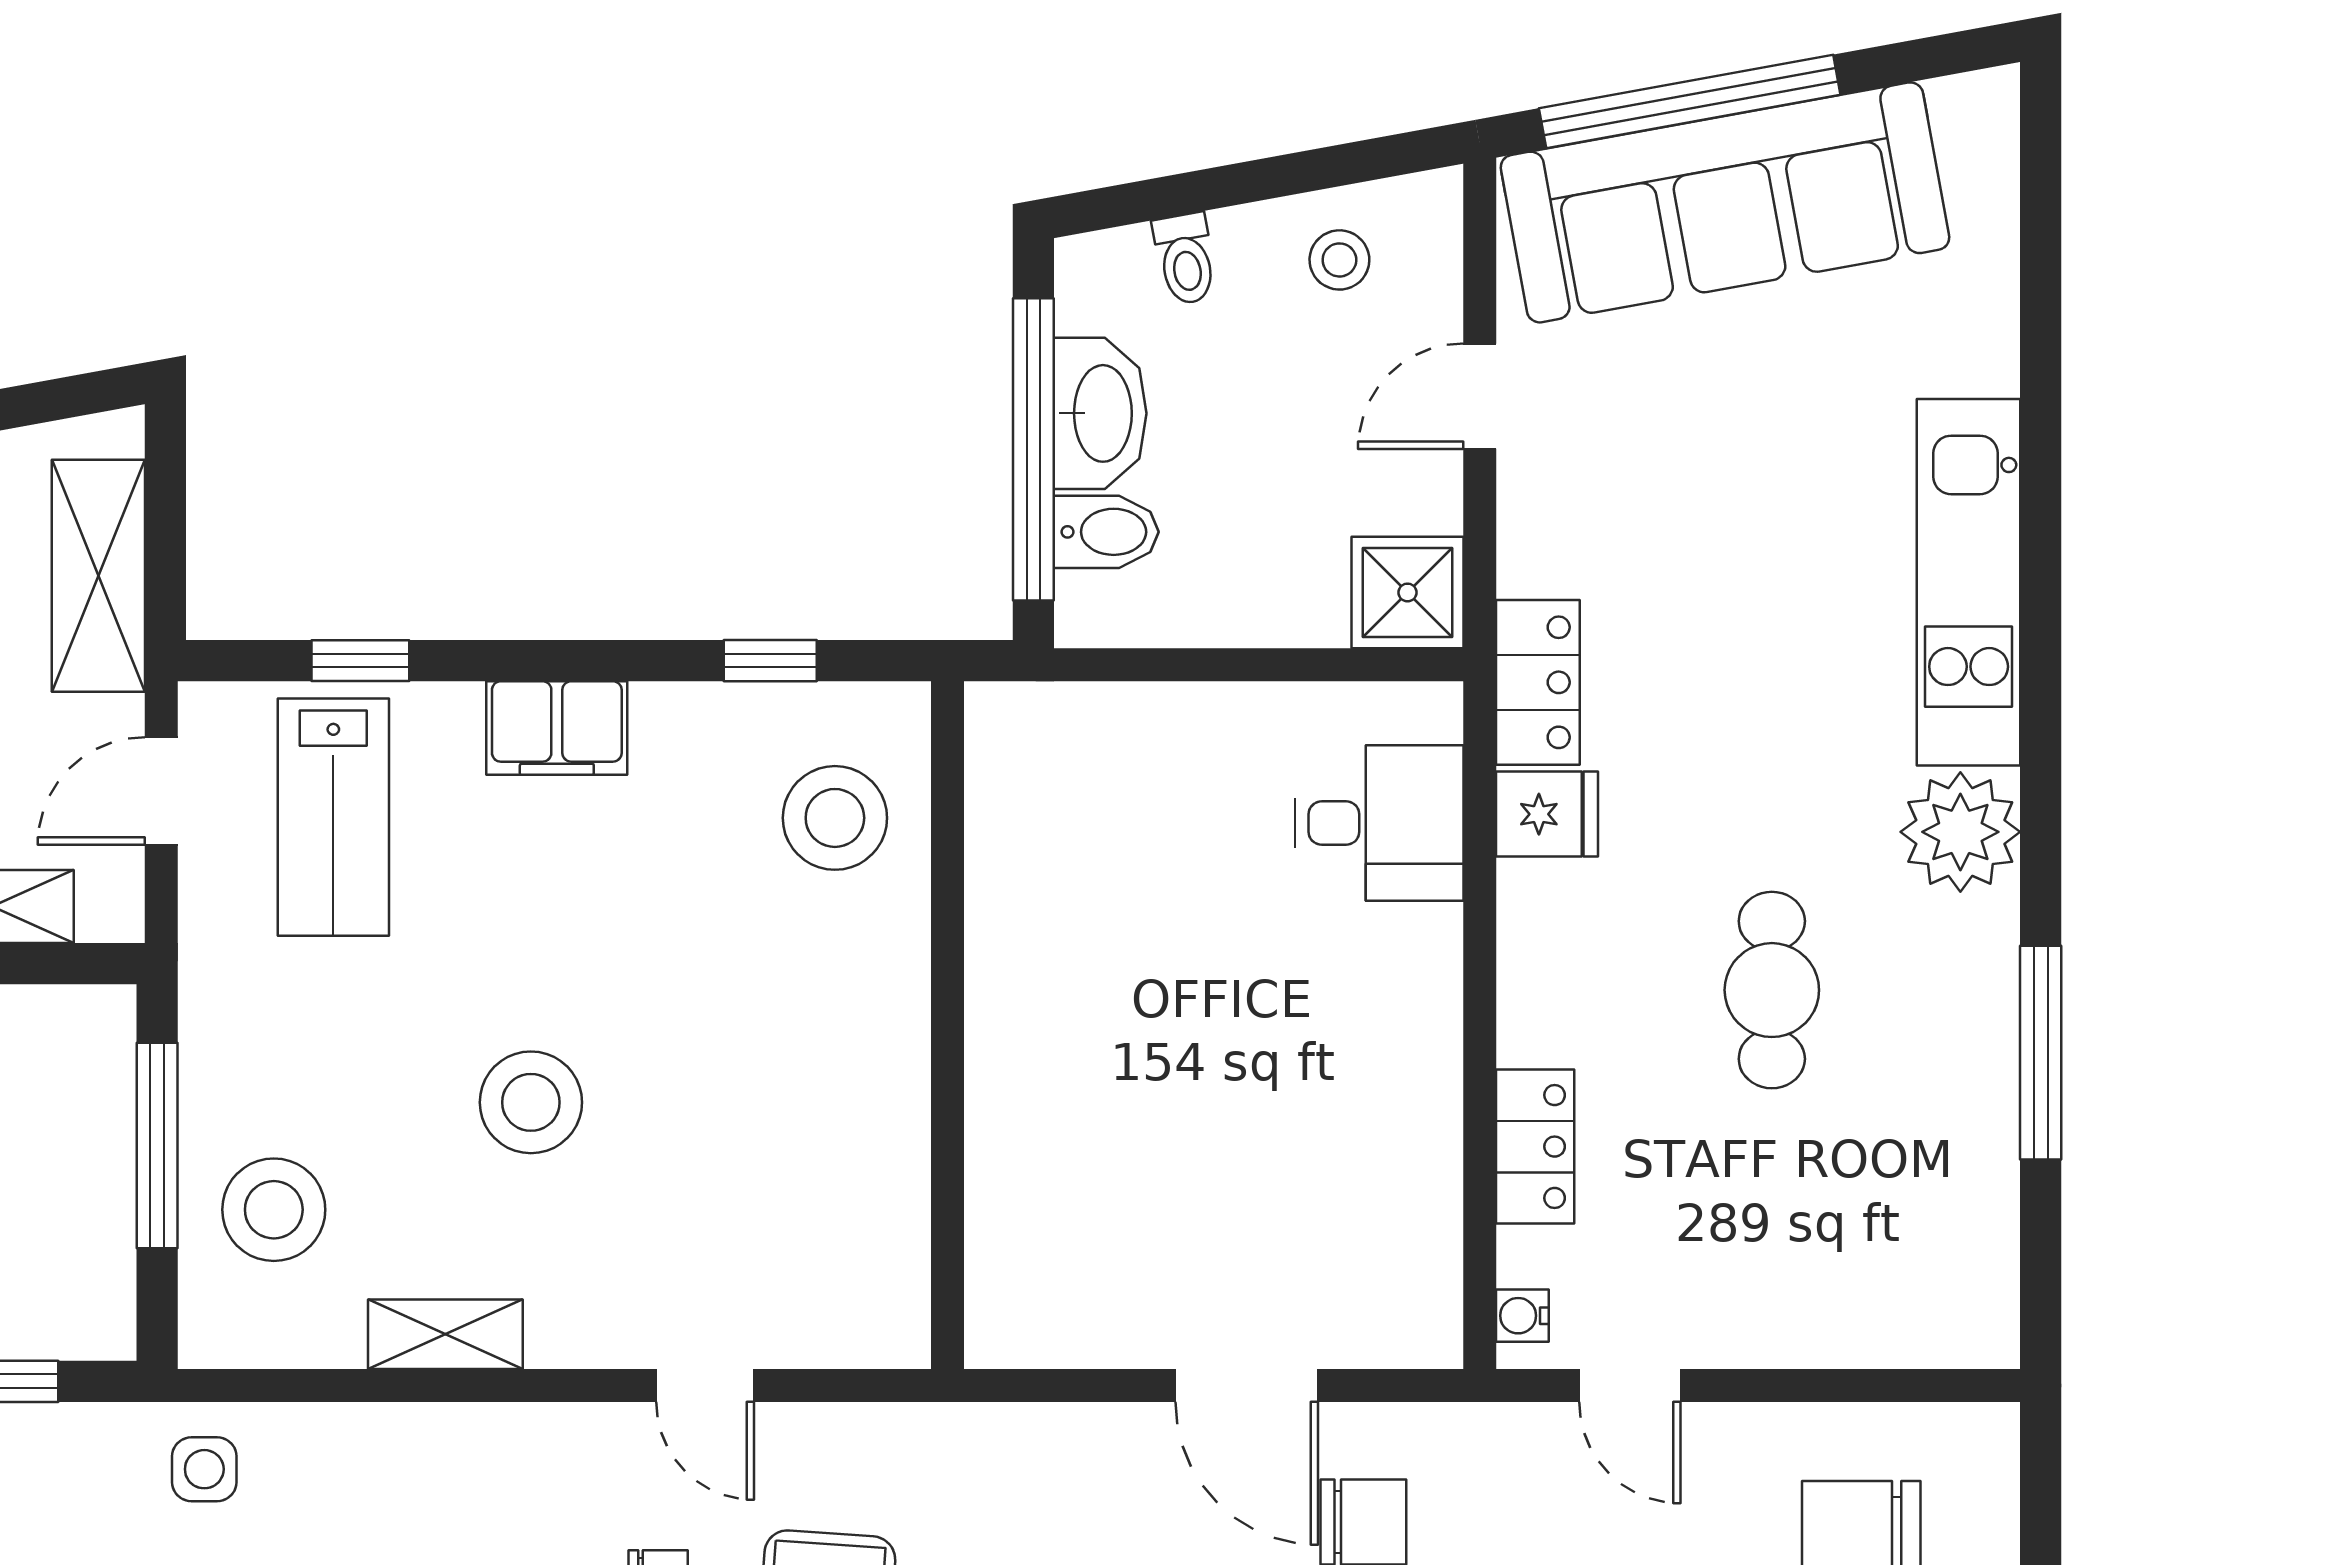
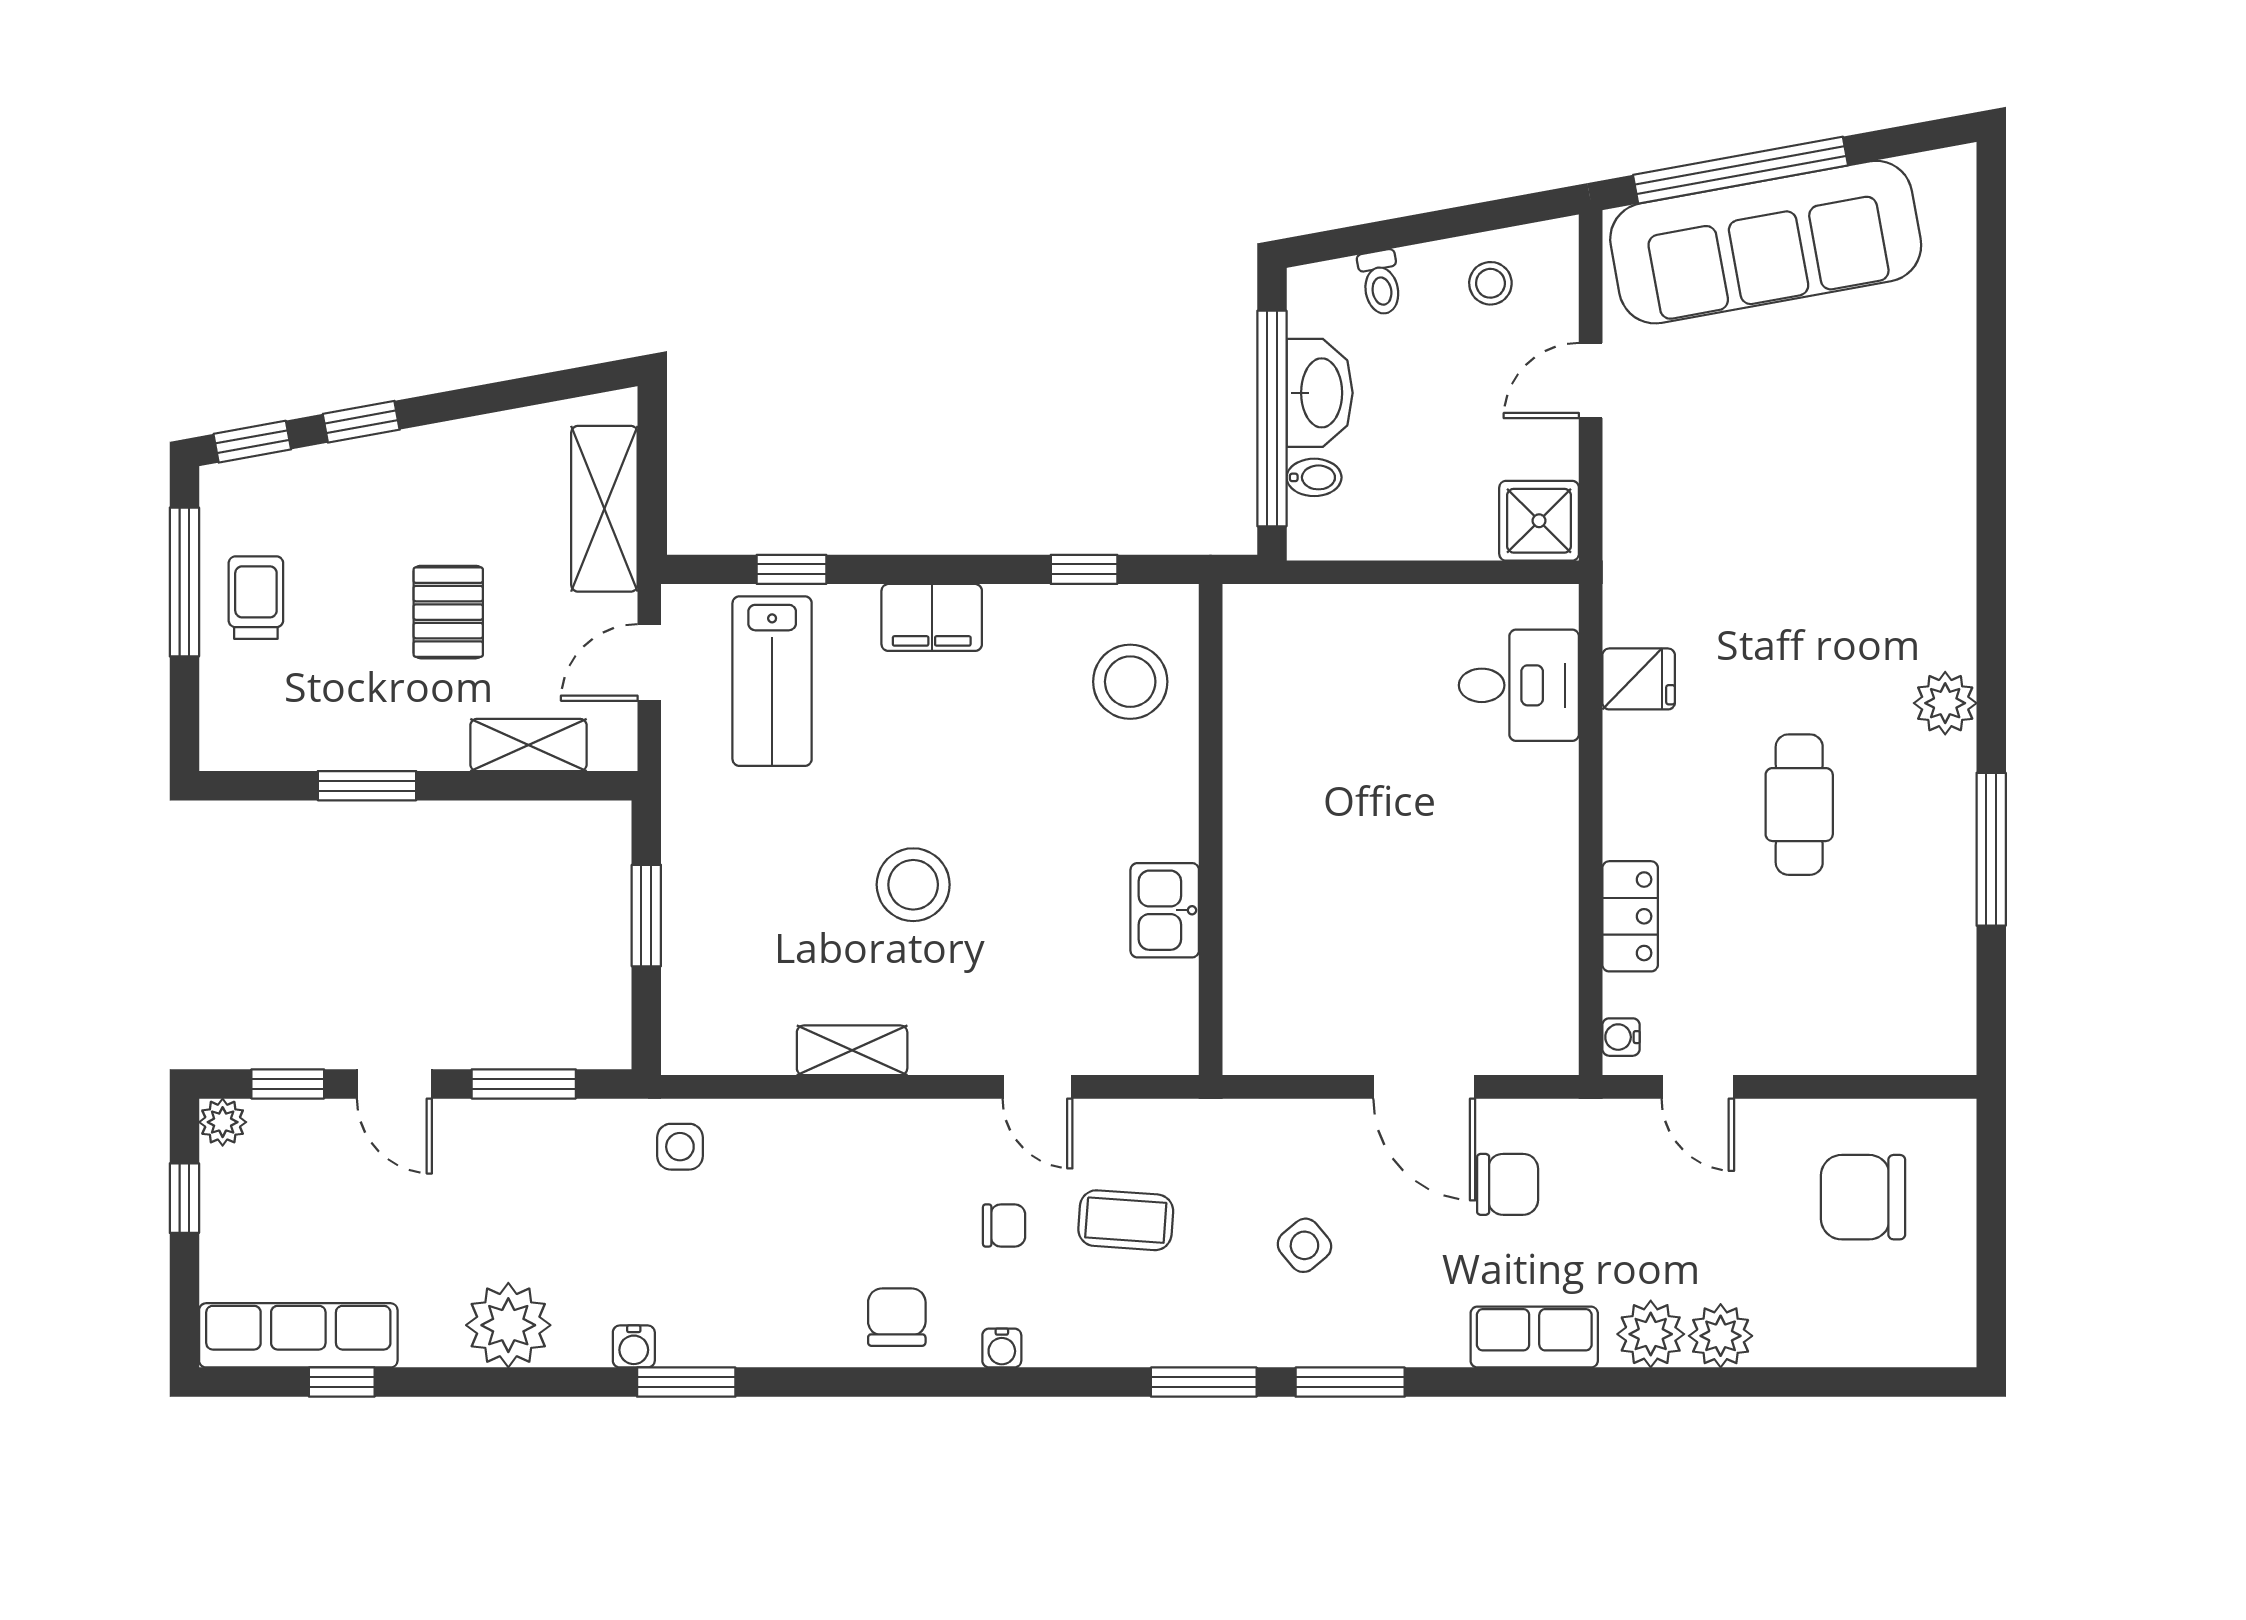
bidet: (1106, 532) -> (1314, 477), width x0.72, depth x0.74
kitchen unit: (1969, 582) -> (1940, 513), removed
locker: (1538, 682) -> (1632, 585), removed
plant: (1960, 832) -> (1945, 703), width x0.73, depth x0.73
kitchen sink: (883, 1138) -> (1165, 910), added
window: (157, 1145) -> (646, 916), width x0.69
stool: (274, 1210) -> (730, 961), removed

